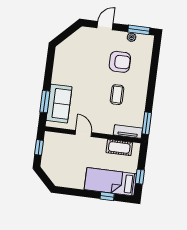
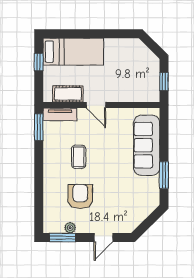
armchair: (120, 62) -> (80, 197), turned 90
window: (45, 102) -> (164, 175), moved
sofa: (59, 104) -> (147, 145), width x1.36
door: (83, 134) -> (96, 105), moved
window: (107, 196) -> (75, 34), removed

